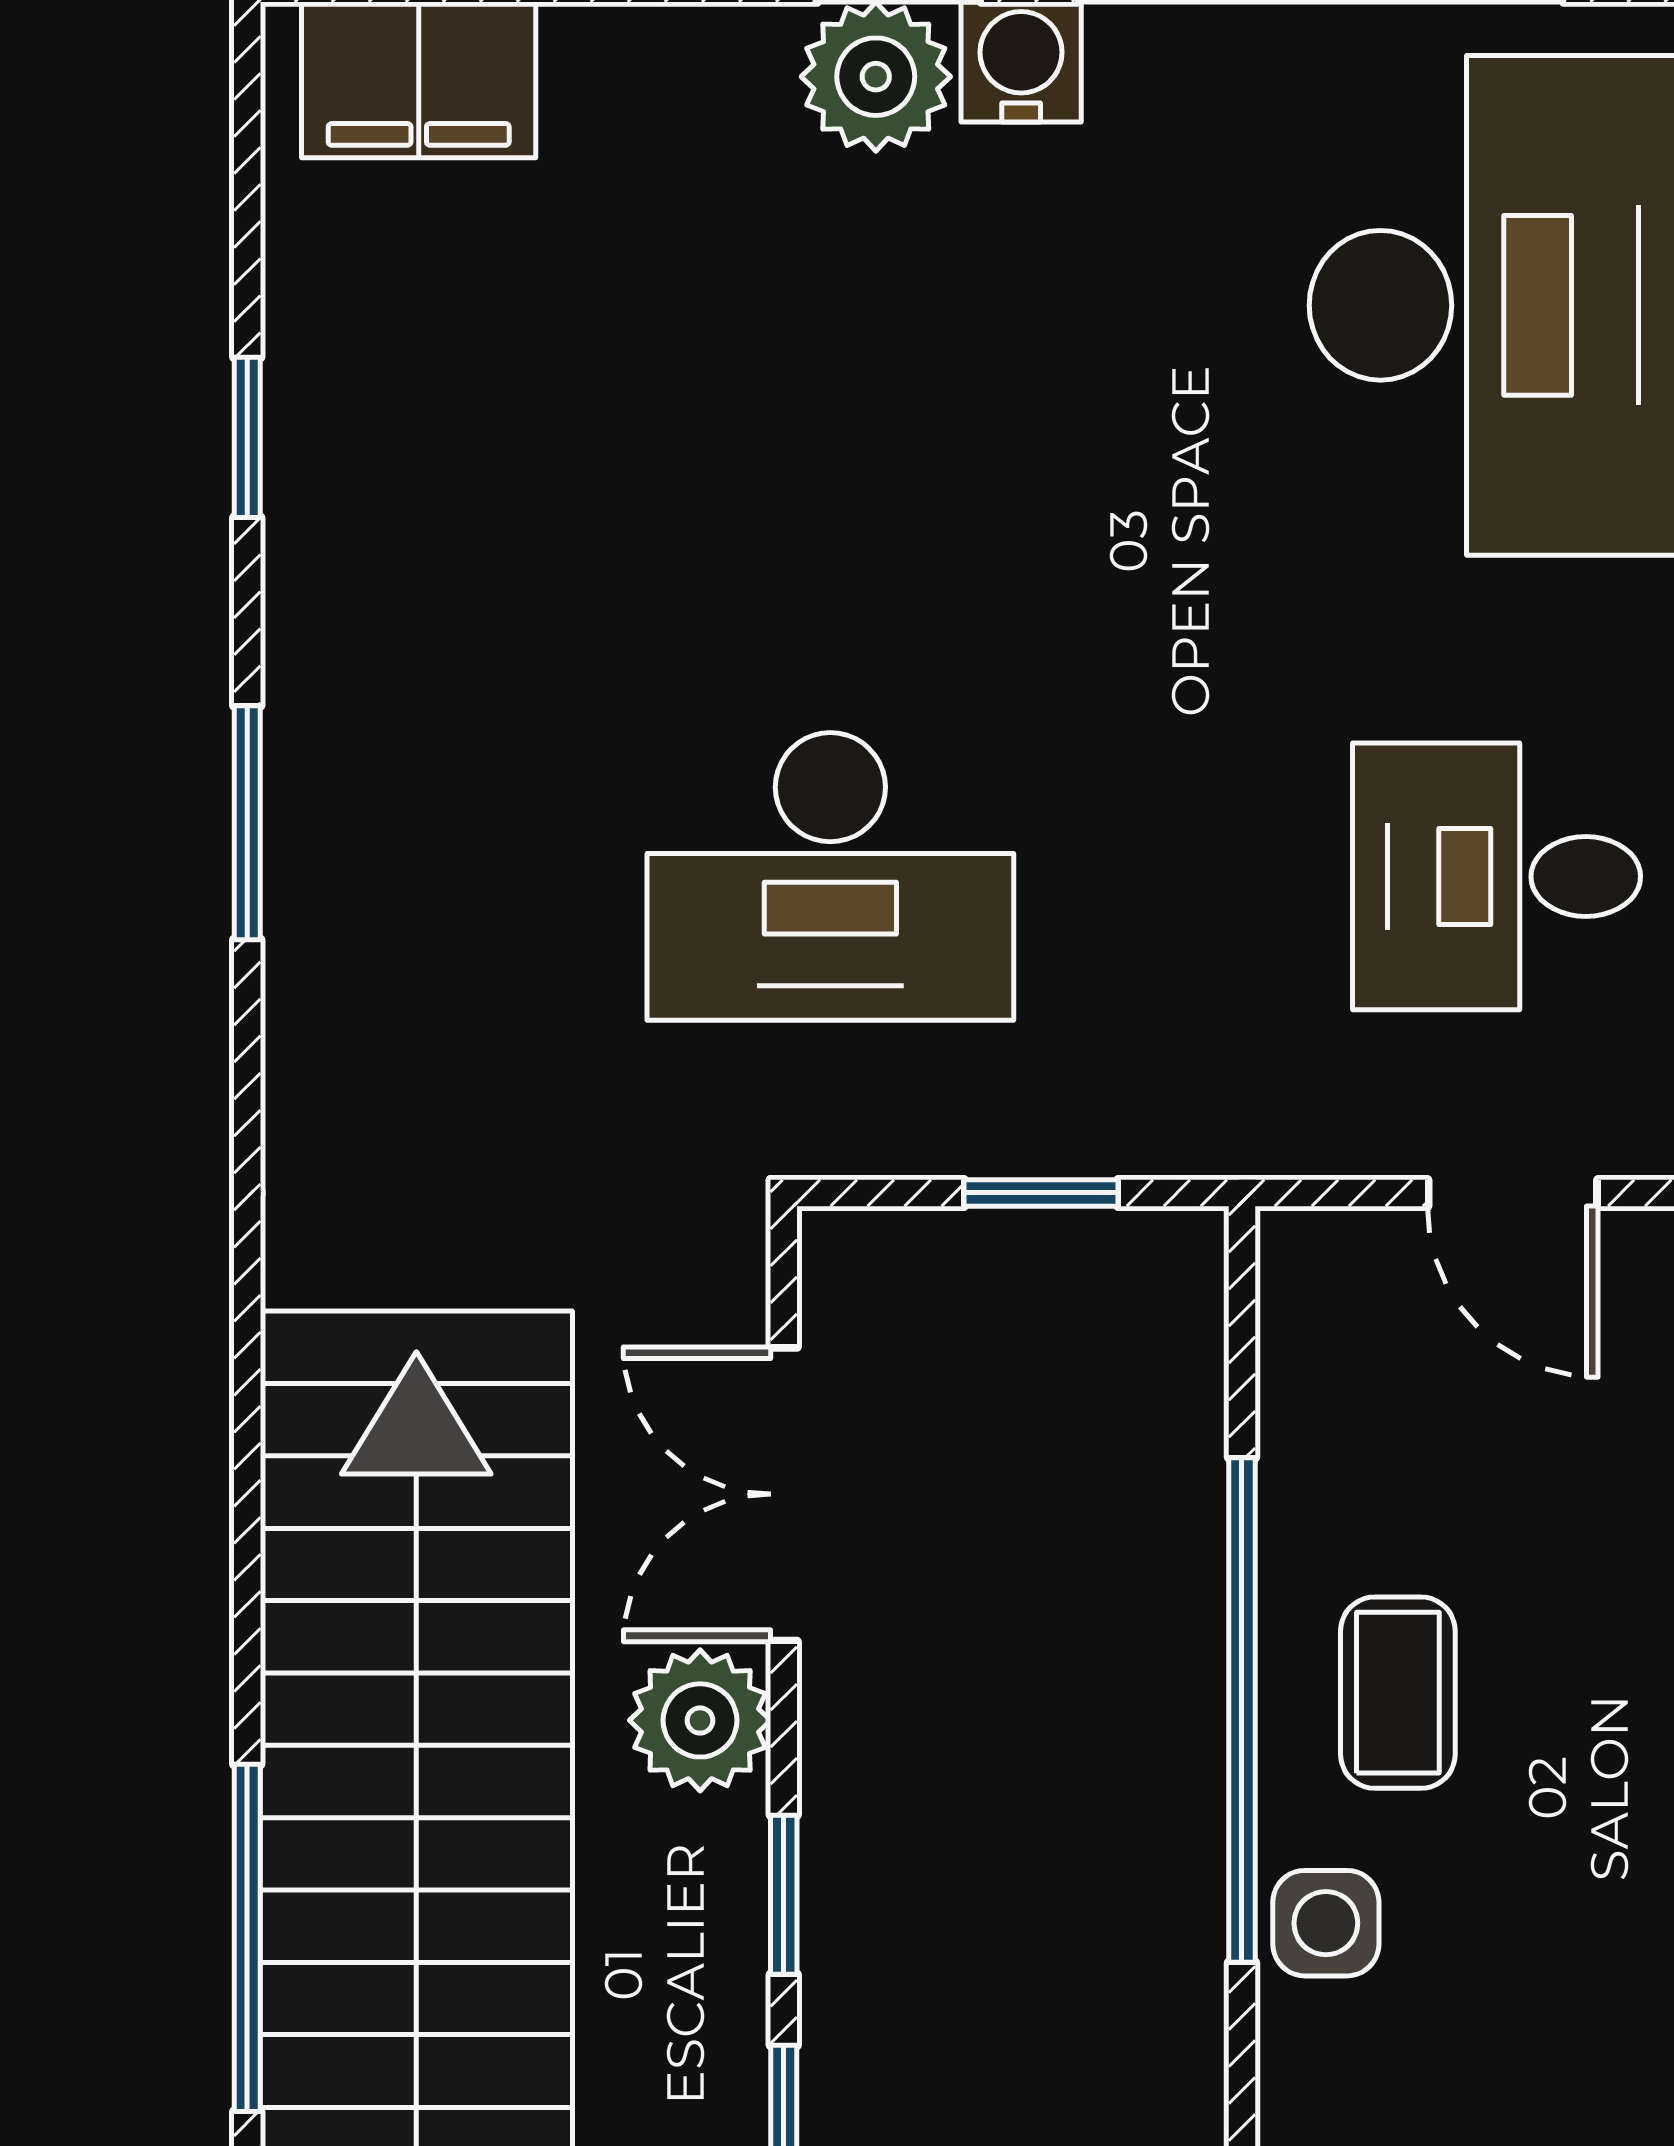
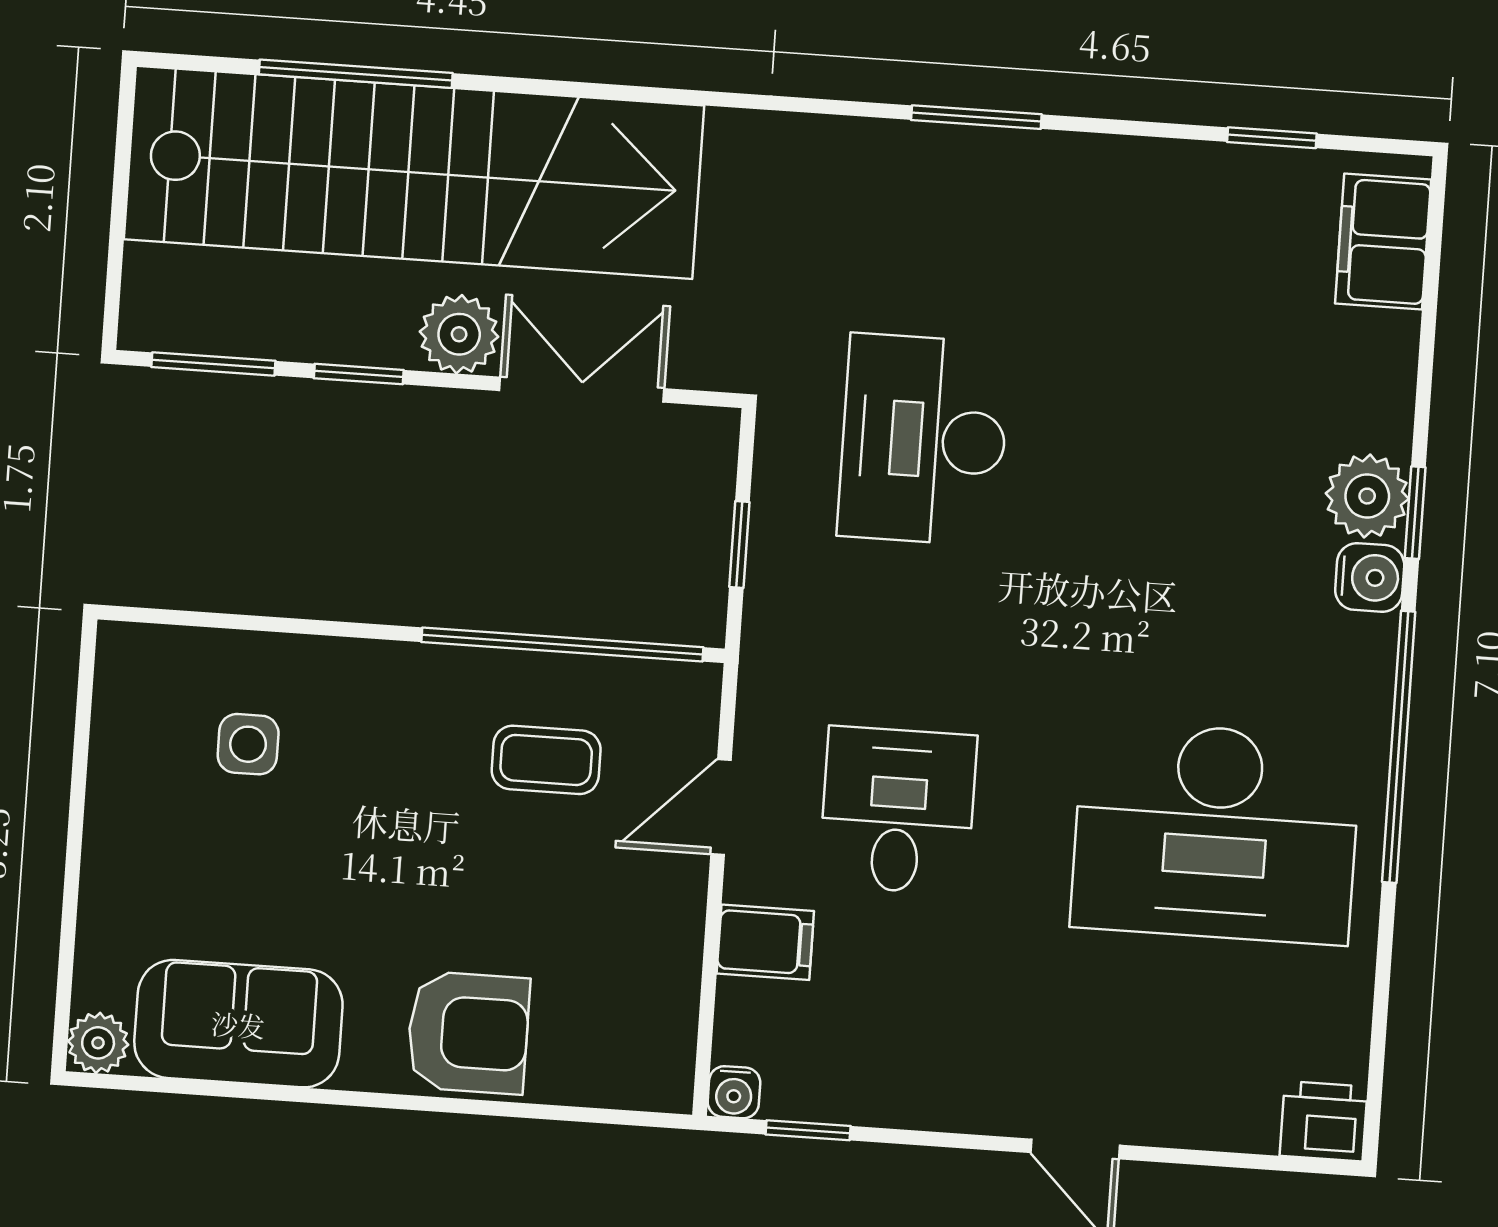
window: (247, 437) -> (1272, 138), moved
coffee table: (1398, 1693) -> (546, 760), moved
window: (1242, 1710) -> (562, 645), moved
side table: (1326, 1923) -> (248, 744), moved

